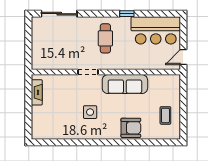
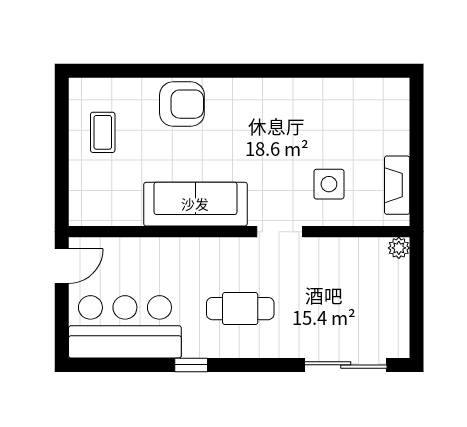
cafe table: (105, 38) -> (240, 309), turned 90
plant: (36, 65) -> (399, 248), added
side table: (90, 112) -> (329, 184), moved
armchair: (131, 128) -> (182, 104), turned 180

